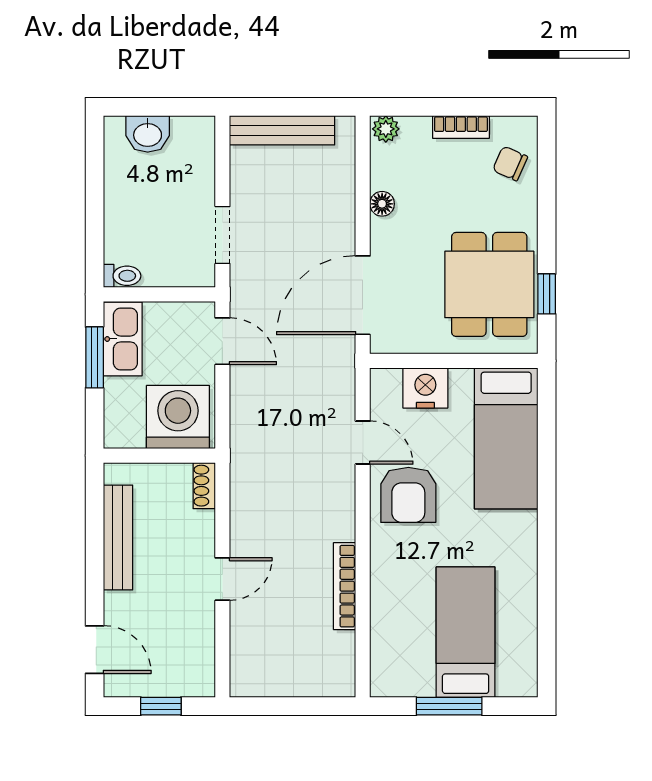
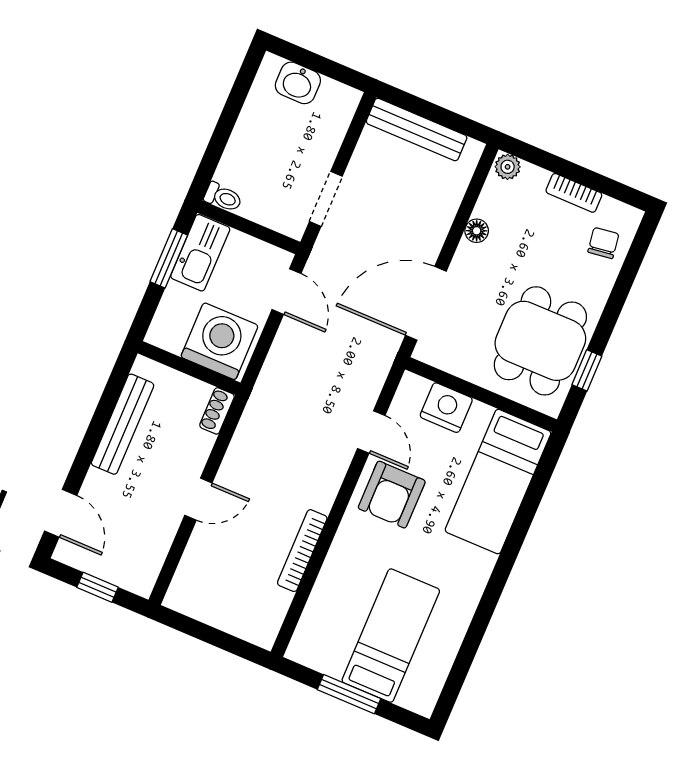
chair: (510, 163) -> (603, 243), turned 58

